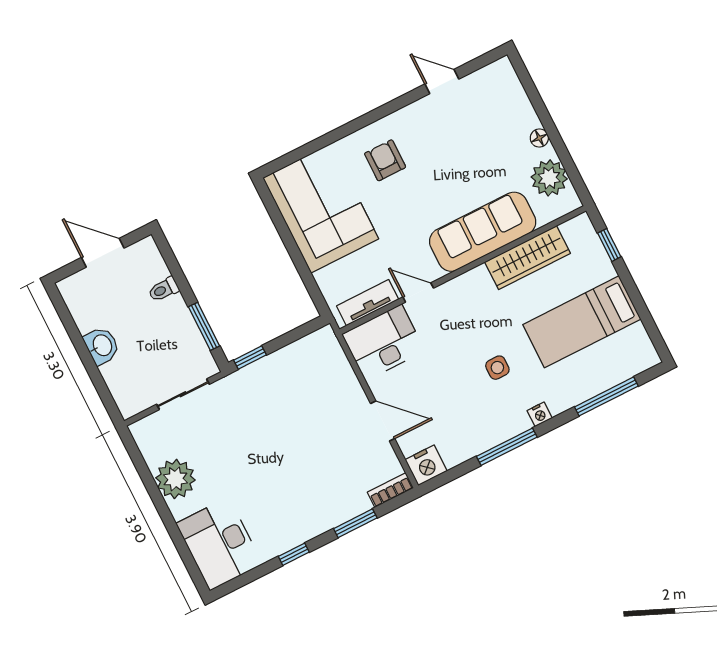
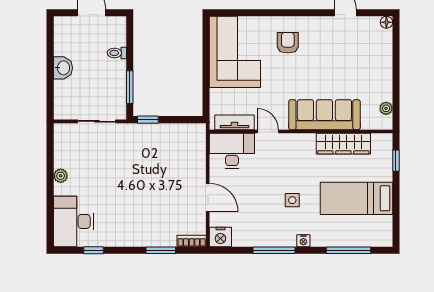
floor lamp: (539, 138) -> (386, 22), moved
plant: (549, 178) -> (386, 108), width x0.53, depth x0.53
plant: (175, 479) -> (61, 176), width x0.53, depth x0.53
window: (294, 554) -> (93, 250), moved

